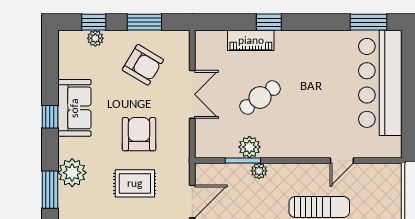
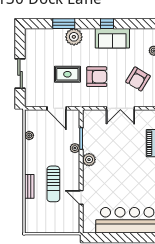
cafe table: (260, 97) -> (119, 149), removed
plant: (249, 147) -> (89, 160), moved
rug: (135, 183) -> (67, 74), turned 90

